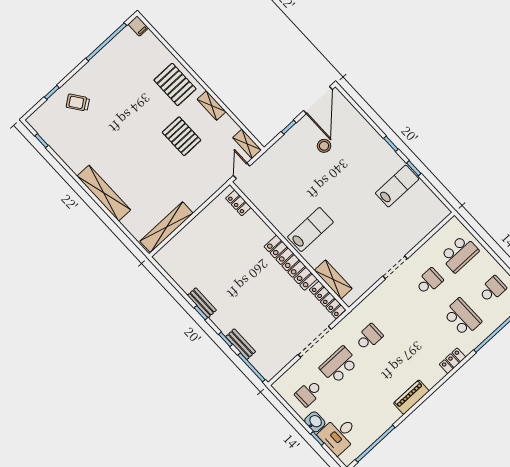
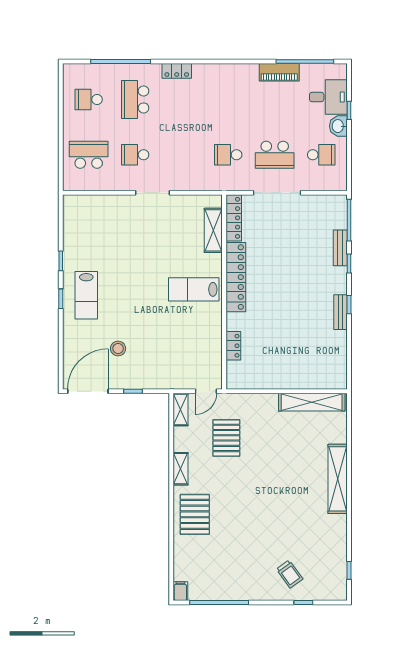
pallet: (182, 136) -> (226, 438), moved
lab bench: (397, 186) -> (86, 295), moved, turned -90
locker: (238, 203) -> (233, 346), moved
piano: (411, 397) -> (279, 72), moved

